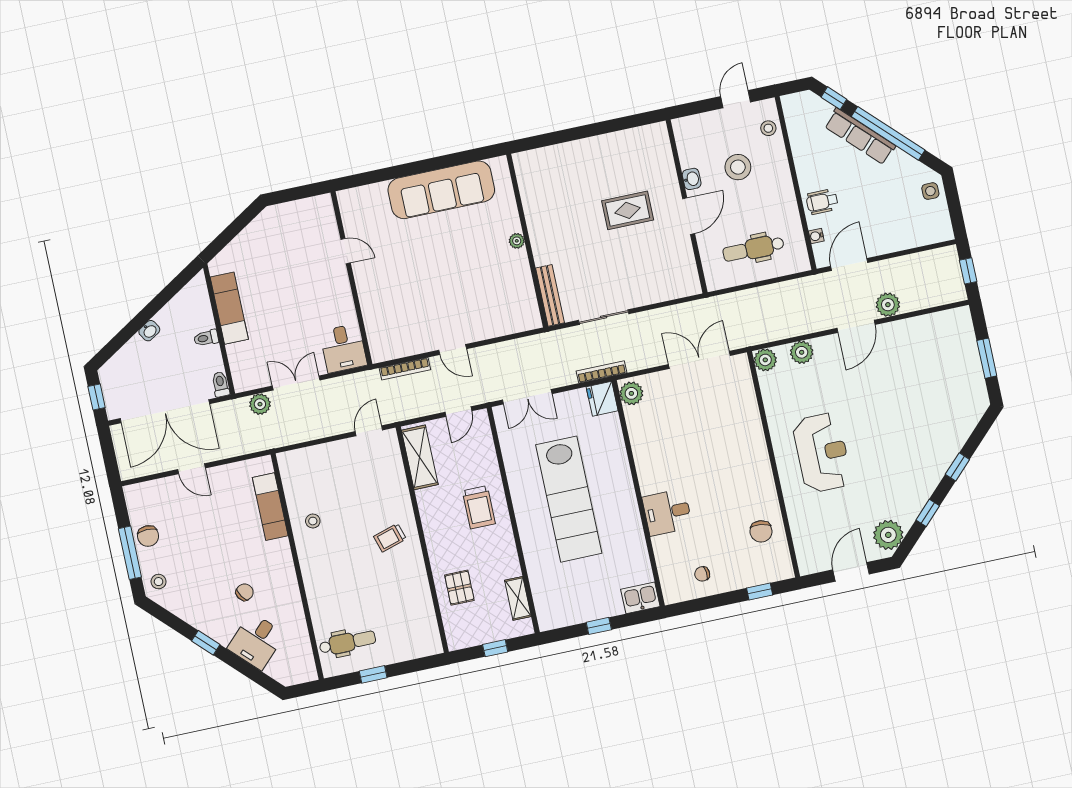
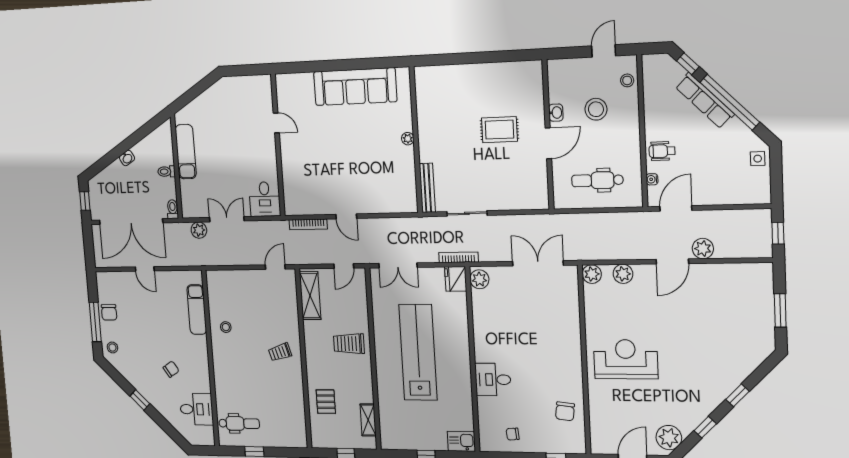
reception desk: (822, 453) -> (626, 359), turned -90
lab bench: (569, 499) -> (418, 352), turned 180
trolley: (479, 507) -> (349, 344), turned 90
desk: (256, 641) -> (197, 409), moved, turned -135

